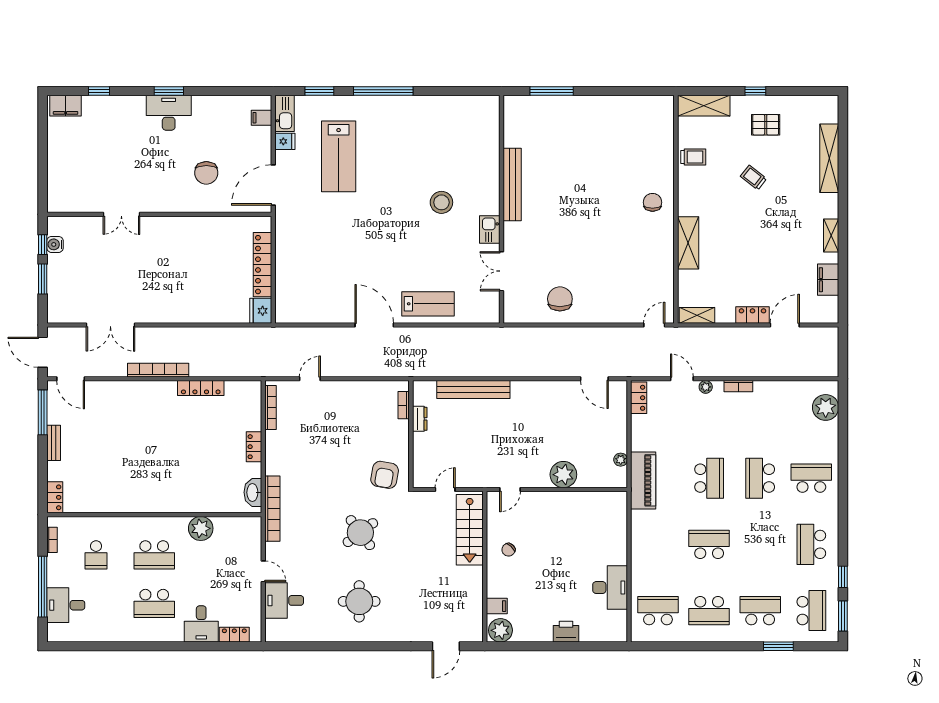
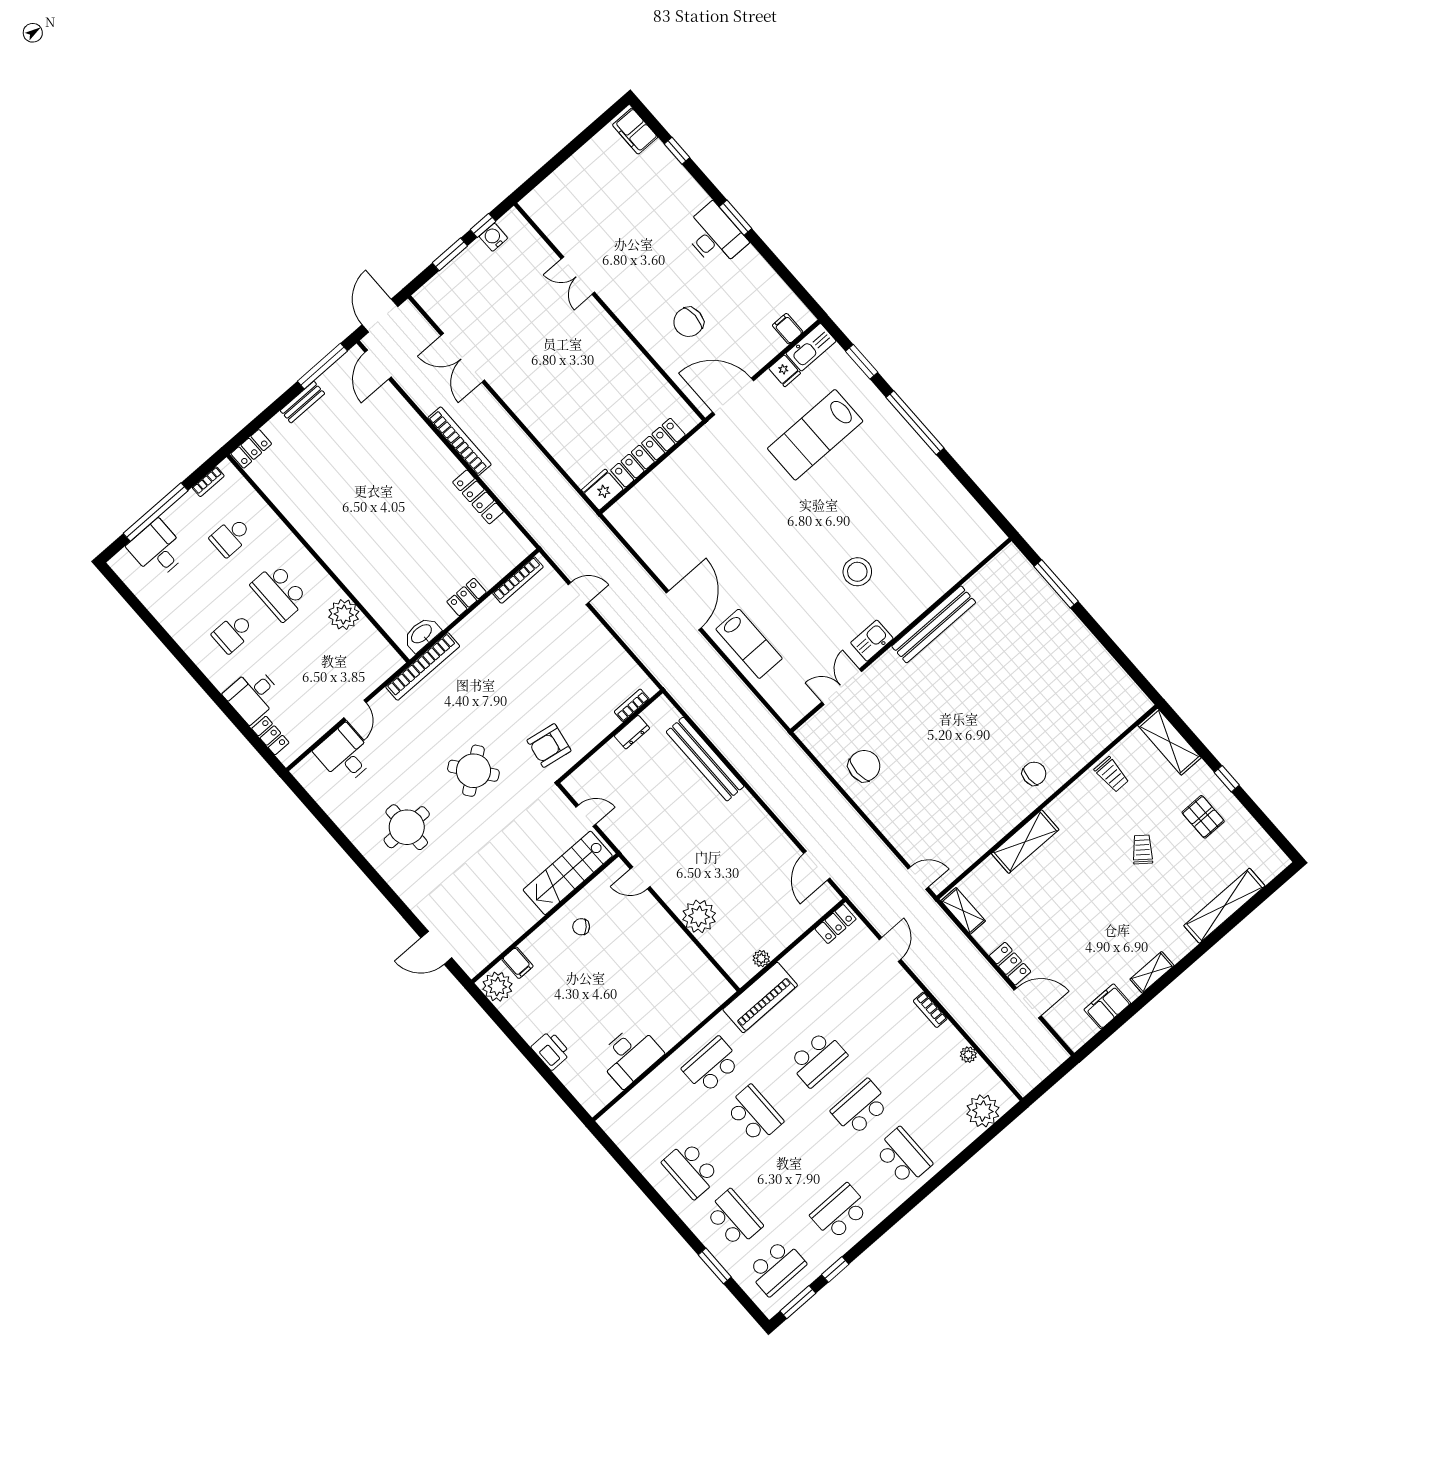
plant: (706, 387) -> (968, 1055), moved
school desk: (154, 603) -> (233, 633), width x0.54
school desk: (658, 611) -> (711, 1065), moved, turned -90

